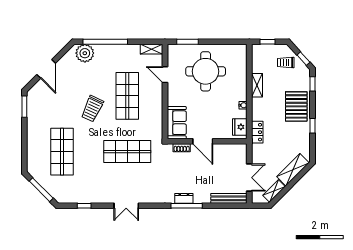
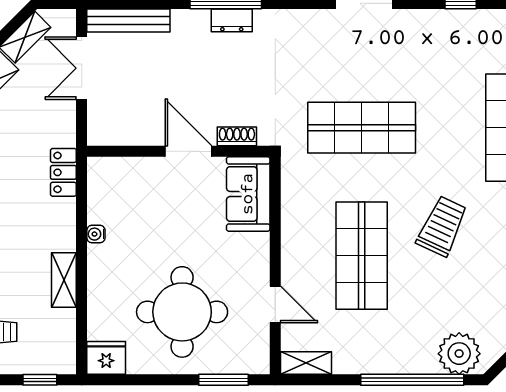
fridge: (240, 127) -> (106, 358), moved, turned -90

